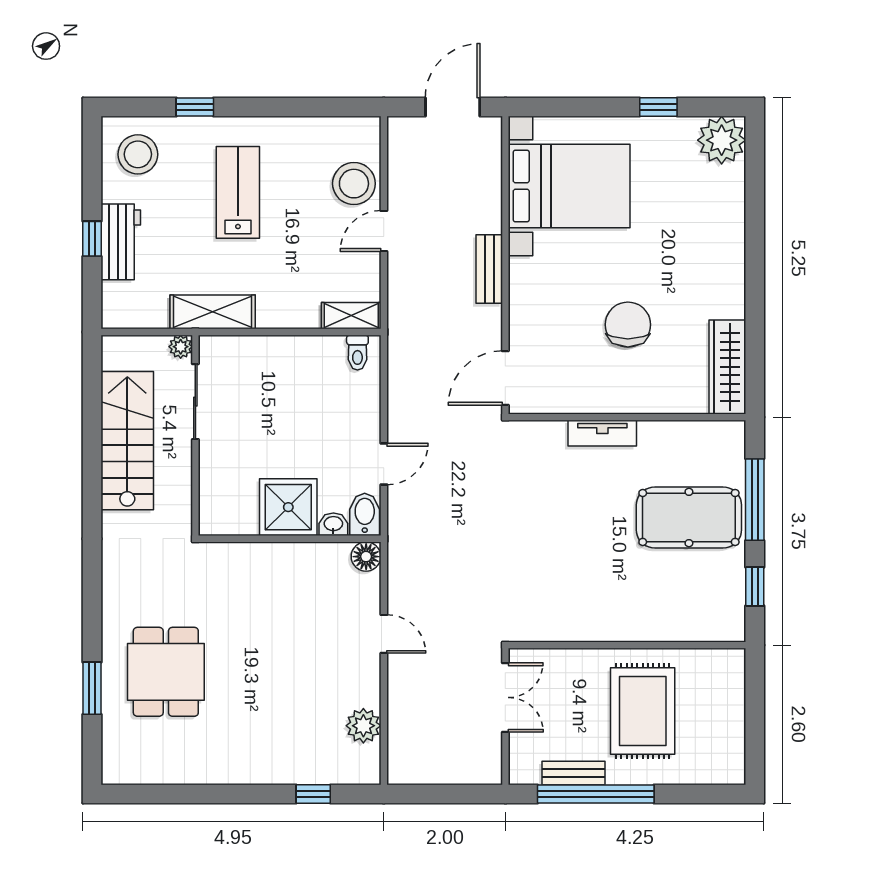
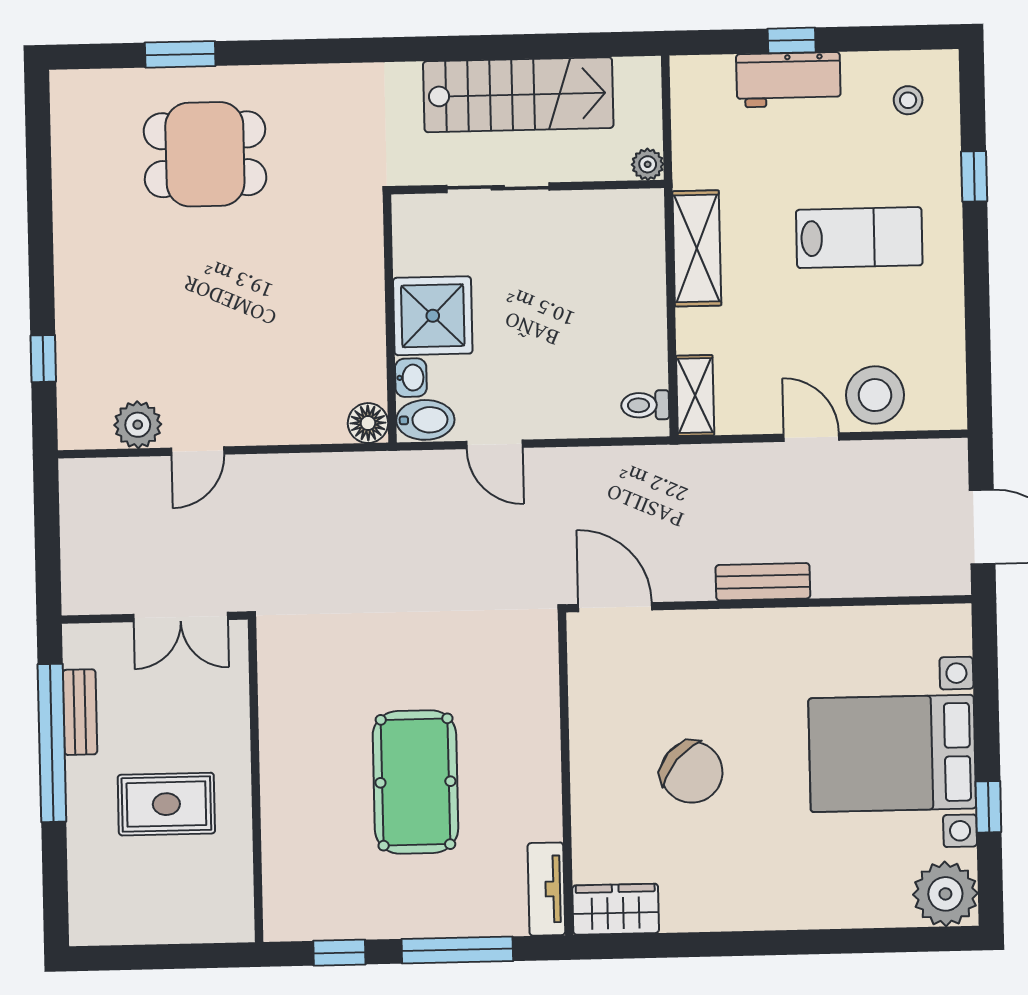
stool: (138, 154) -> (908, 100), width x0.53, depth x0.53
bed with nightstands: (569, 186) -> (892, 753), moved, turned 90
shelving: (213, 312) -> (697, 248), moved
chair: (628, 325) -> (692, 772), turned 41
wardrobe: (727, 367) -> (616, 909), width x0.67
sliding door: (195, 402) -> (498, 188), moved
tv unit: (602, 433) -> (546, 889), moved
pool table: (689, 517) -> (415, 782), moved
door: (384, 634) -> (198, 451), moved
rug: (643, 711) -> (166, 804), width x0.73, depth x0.70

